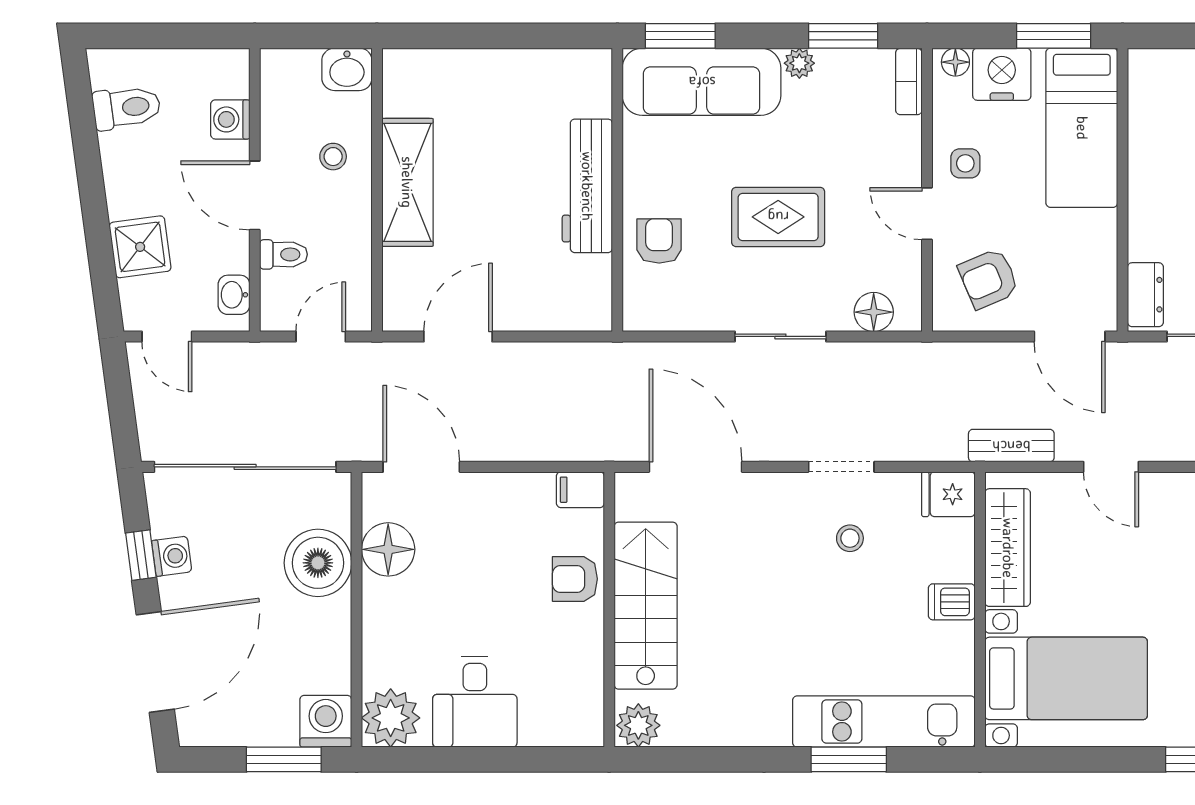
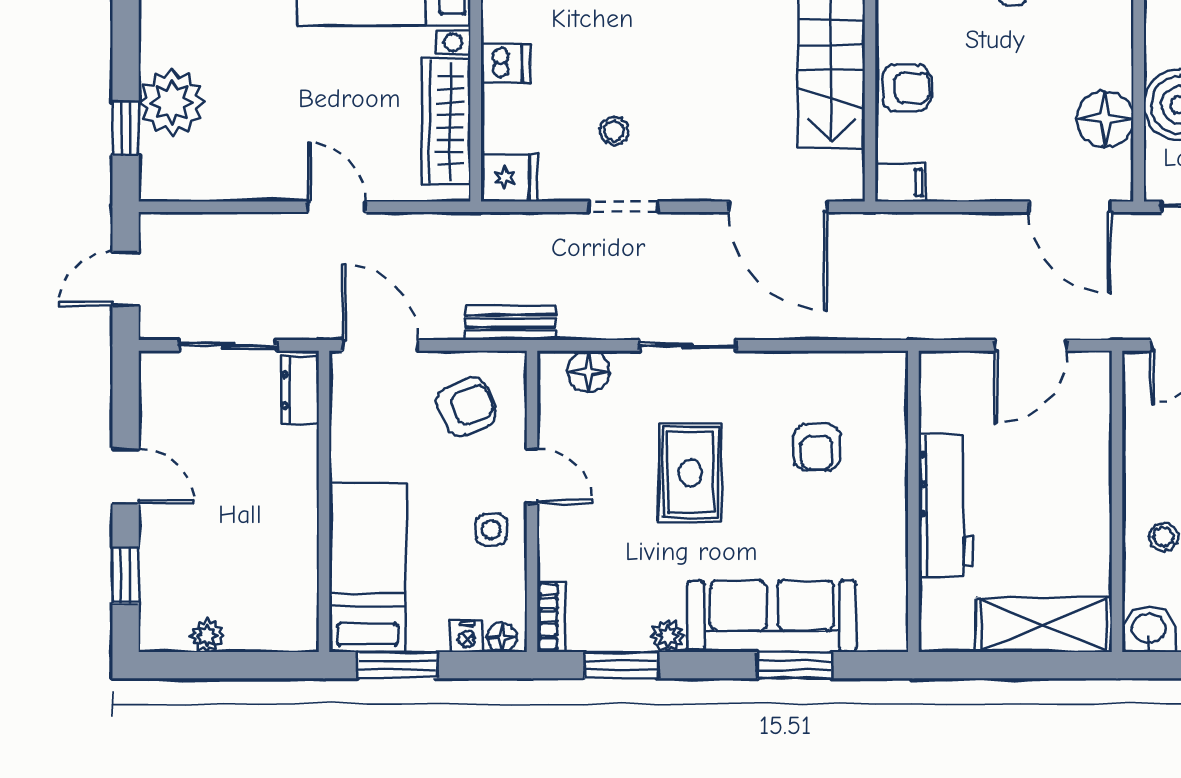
nightstand: (1002, 74) -> (467, 637), width x0.53, depth x0.56
shelving: (407, 182) -> (1044, 625), moved, turned 90
workbench: (587, 186) -> (945, 506), moved
wall: (617, 190) -> (913, 501), moved
rug: (778, 217) -> (690, 473), turned 90
bench: (1011, 446) -> (510, 323), moved

